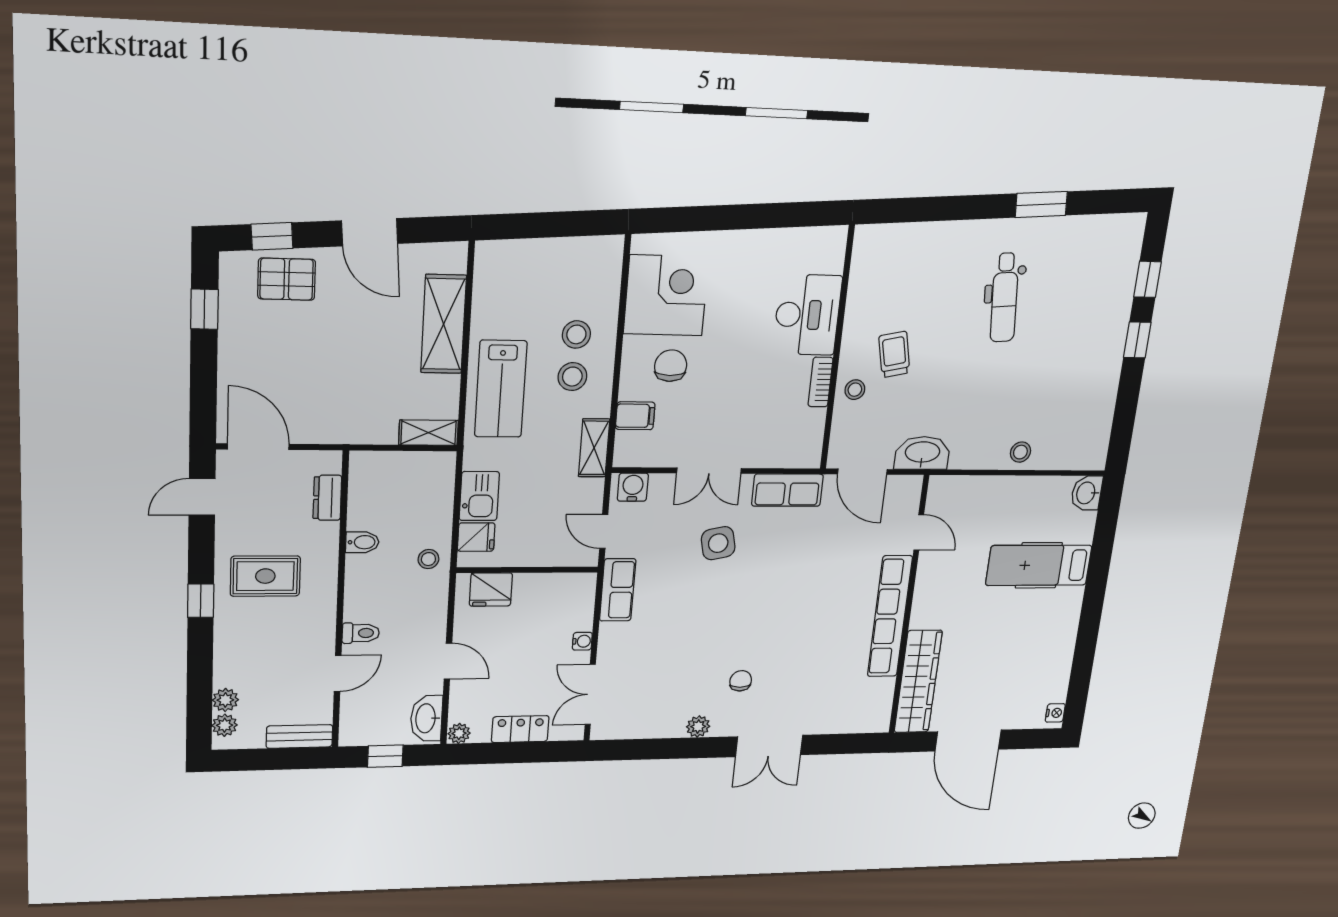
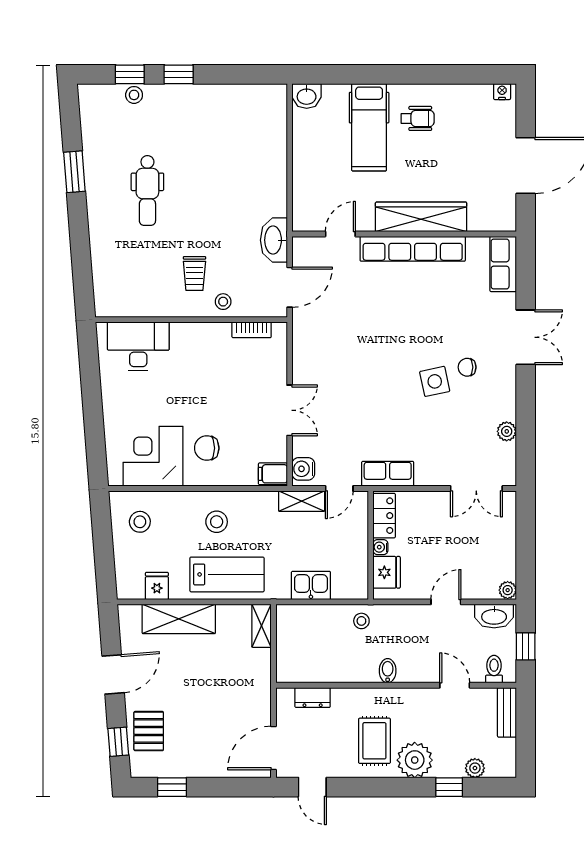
dental chair: (1004, 297) -> (147, 191), turned 95
desk: (807, 315) -> (138, 346), moved
stool: (576, 334) -> (140, 522), moved
trolley: (894, 354) -> (194, 273), turned -78
bookcase: (821, 382) -> (252, 330), moved
filing cabinet: (635, 416) -> (273, 474), moved, turned -90
shelving: (594, 448) -> (302, 501), moved
stool: (1020, 452) -> (134, 95), moved
row of seats: (787, 490) -> (503, 264), moved, turned 180
fridge: (476, 537) -> (157, 586), moved
bidet: (362, 542) -> (388, 671), moved
side table: (718, 543) -> (435, 381), moved
window: (201, 601) -> (449, 787), moved
wheelchair: (1040, 620) -> (418, 118), added
toilet: (361, 633) -> (494, 669), moved
water cooler: (582, 641) -> (380, 547), moved, turned -90
wardrobe: (918, 682) -> (421, 217), moved
plant: (225, 725) -> (415, 760), moved, width x1.88, depth x1.88
plant: (698, 727) -> (507, 431), moved
locker: (520, 729) -> (384, 516), moved, turned 180

